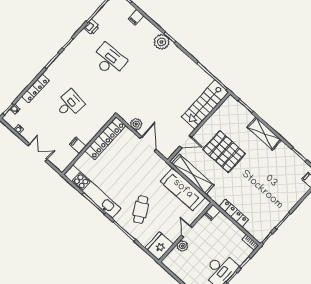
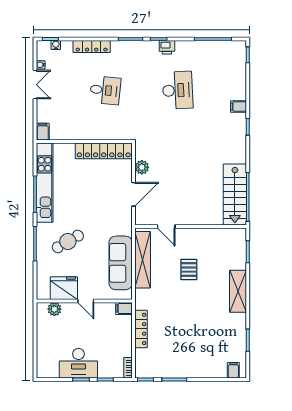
filing cabinet: (136, 17) -> (239, 106), moved
printer: (92, 27) -> (167, 47), moved
plant: (161, 42) -> (237, 123), removed
stairs: (205, 105) -> (235, 195), moved, turned -90
filing cabinet: (78, 145) -> (43, 132), moved
double door: (37, 152) -> (35, 85), moved
pallet: (224, 152) -> (189, 270), width x0.49, depth x0.50
door: (187, 231) -> (86, 301), swing flipped
fridge: (159, 246) -> (64, 288), moved
plant: (182, 246) -> (54, 309), moved

